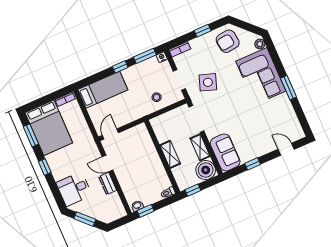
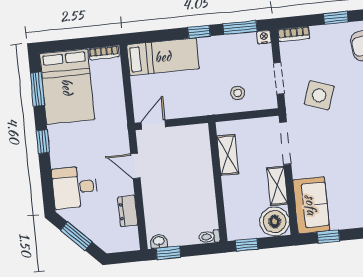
shelving: (170, 154) -> (228, 155), moved
window: (253, 164) -> (329, 236), moved
dresser: (108, 184) -> (128, 211), moved

